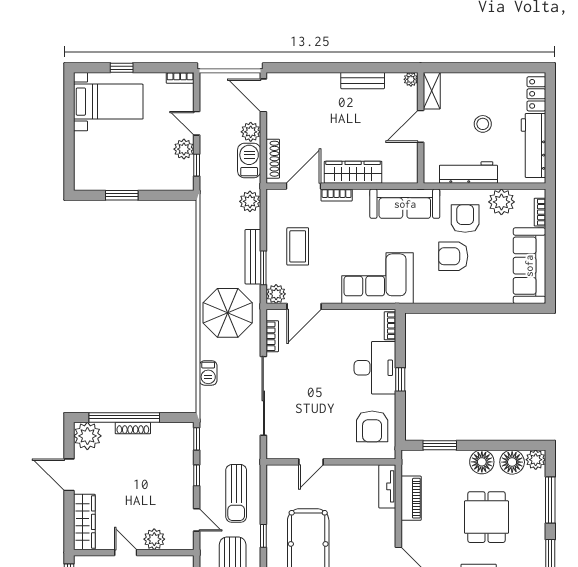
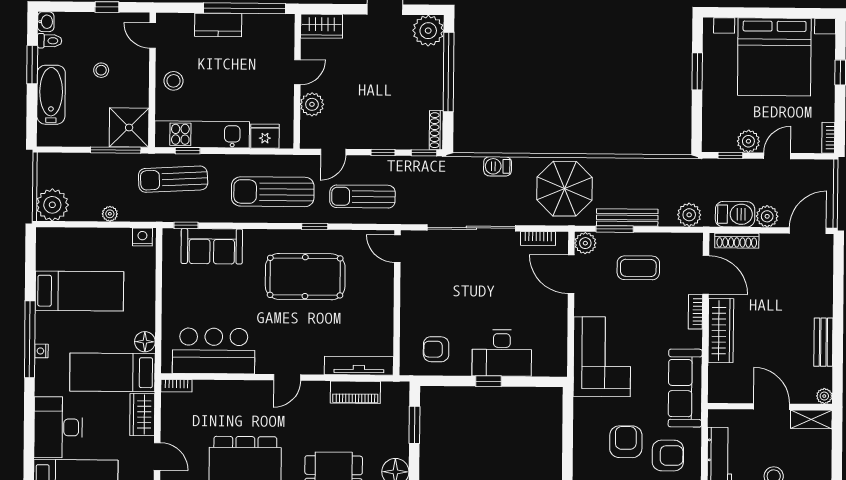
bed with nightstands: (108, 102) -> (774, 57), width x1.85
bookcase: (390, 326) -> (549, 370), removed
armchair: (372, 426) -> (436, 349), width x0.72, depth x0.72
shoe rack: (133, 428) -> (436, 130), moved
door: (311, 462) -> (397, 249), moved
tv unit: (387, 486) -> (359, 366), width x1.41
wardrobe: (84, 522) -> (322, 26), width x0.67

